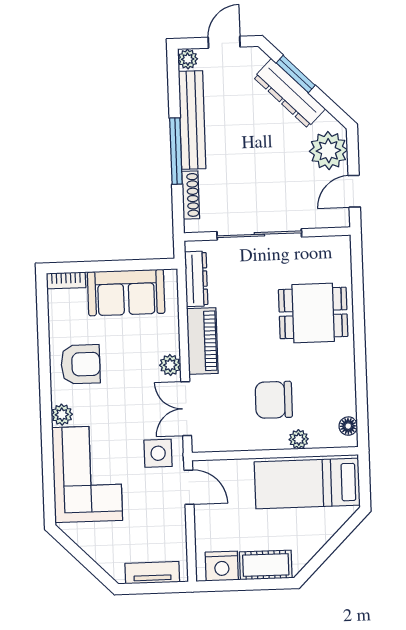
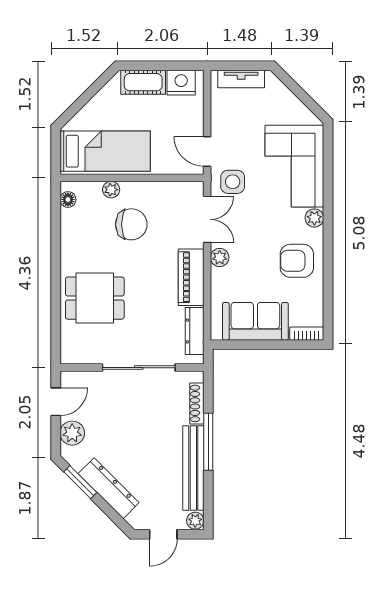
window: (296, 74) -> (80, 482), moved
plant: (328, 151) -> (72, 433), width x0.73, depth x0.73

